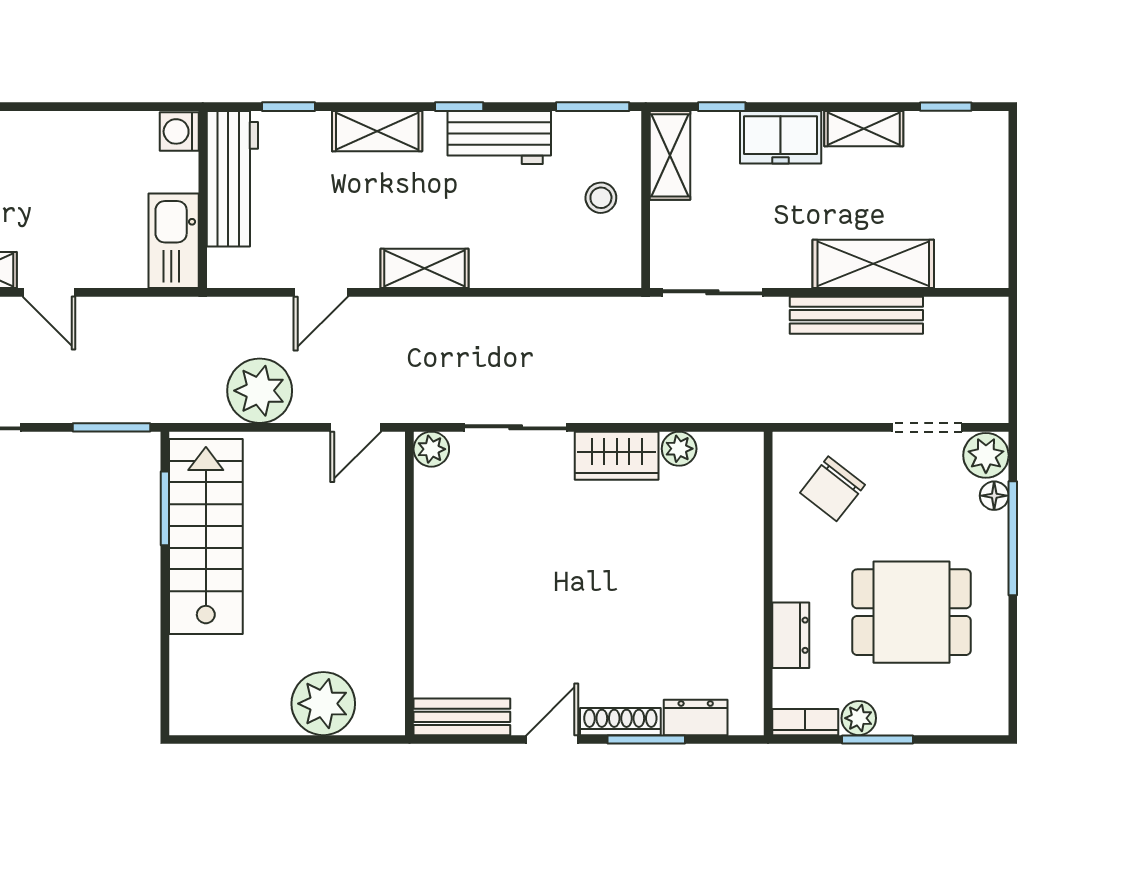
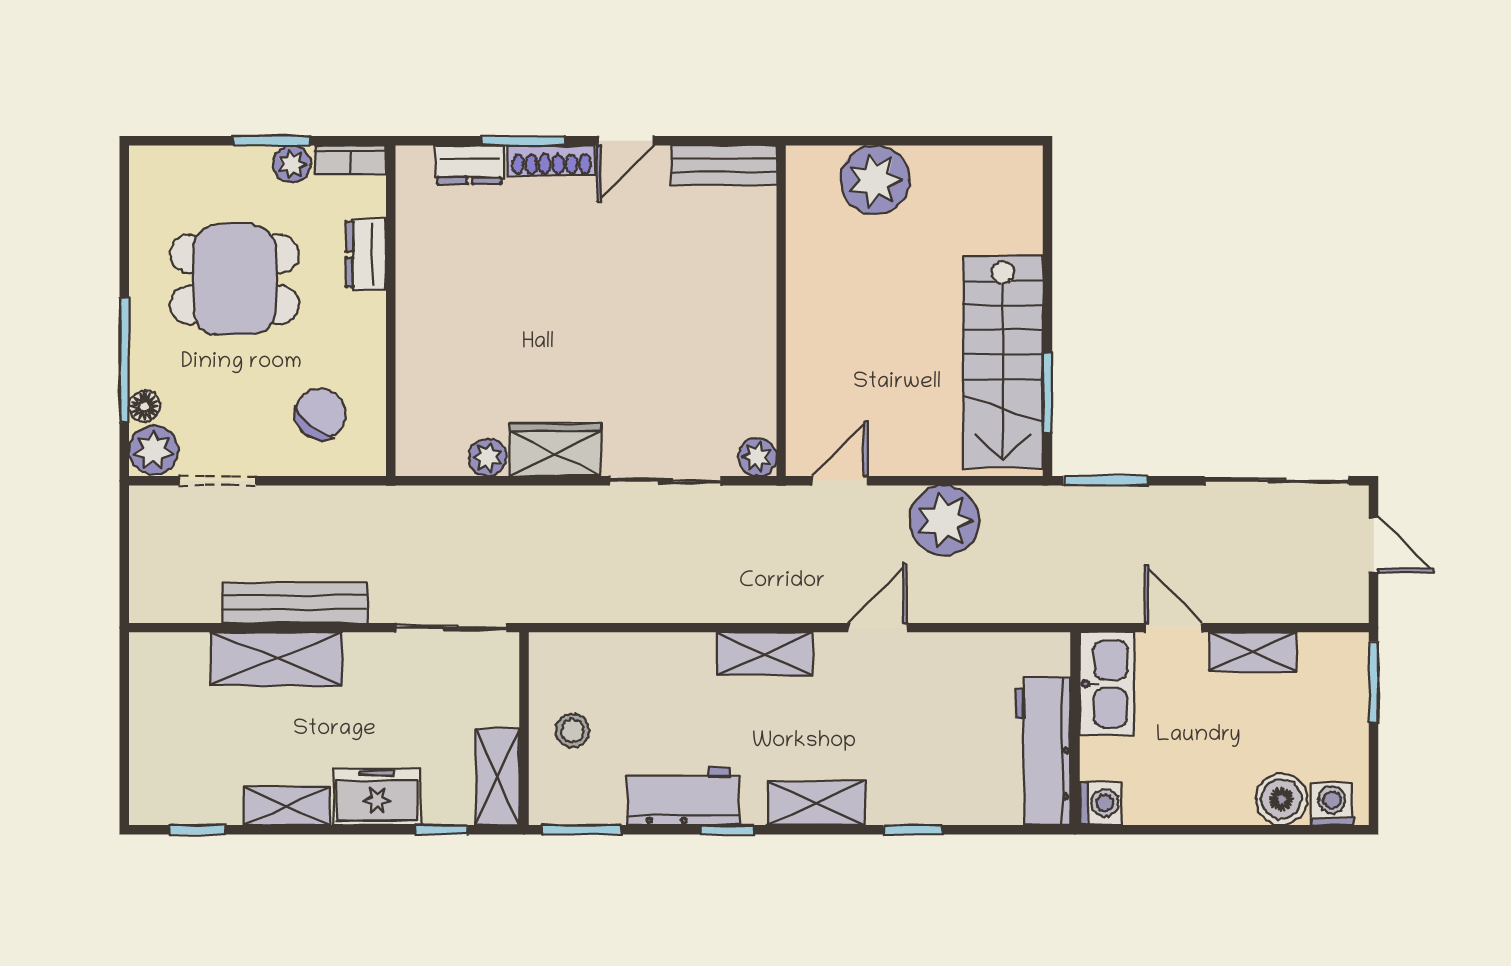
washing machine: (179, 131) -> (1101, 803), moved
workbench: (232, 179) -> (1043, 751), moved
wall: (203, 200) -> (1075, 729), moved
kitchen sink: (174, 241) -> (1107, 684), moved

